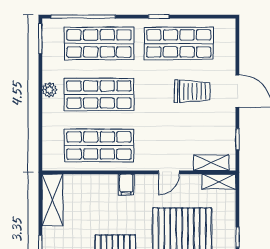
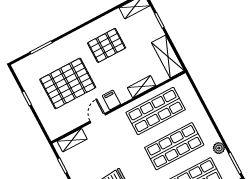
plant: (49, 90) -> (219, 148), moved
shelving: (219, 182) -> (142, 87), moved
filing cabinet: (126, 185) -> (111, 100), moved

